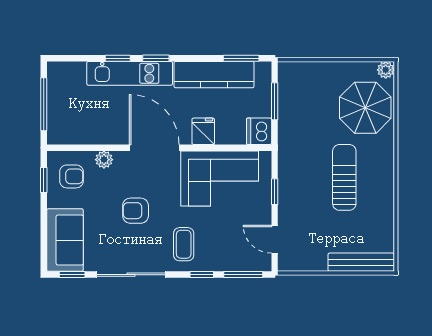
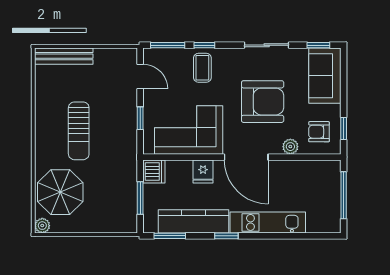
window: (118, 58) -> (278, 236), removed
window: (156, 58) -> (226, 236), moved
armchair: (136, 211) -> (263, 102), width x1.88, depth x1.88
coffee table: (184, 244) -> (202, 68), moved
sliding door: (131, 275) -> (267, 45), width x0.73

